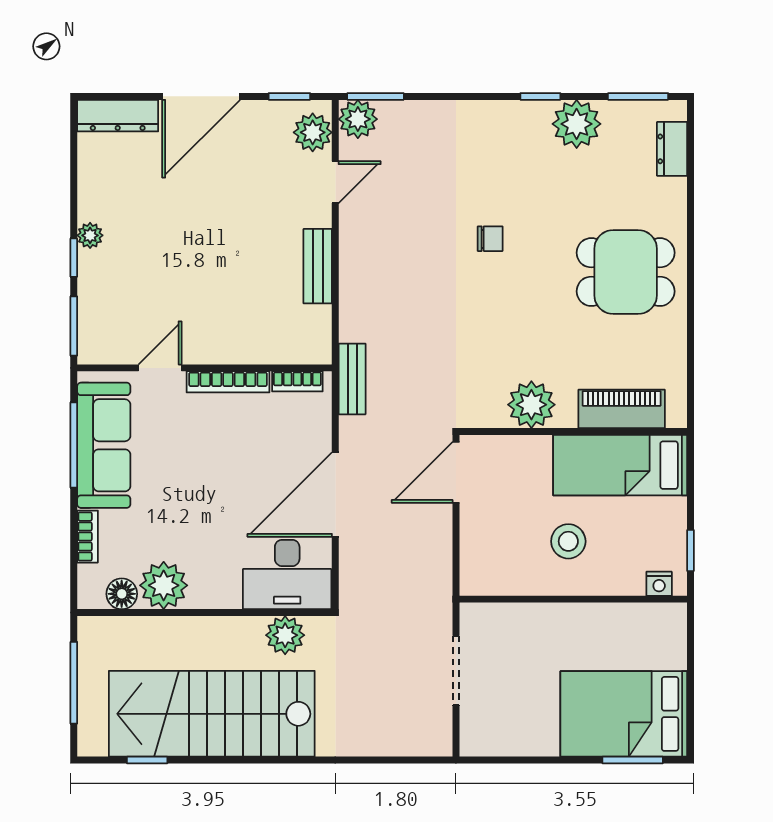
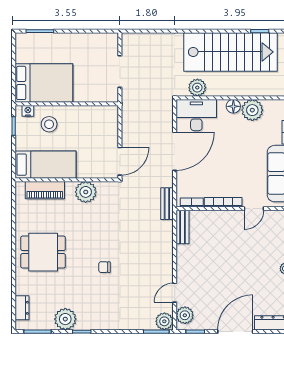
bench: (318, 266) -> (183, 227), moved
stool: (568, 541) -> (49, 124), moved
floor lamp: (122, 594) -> (233, 106), moved
bed: (624, 714) -> (44, 83), moved

